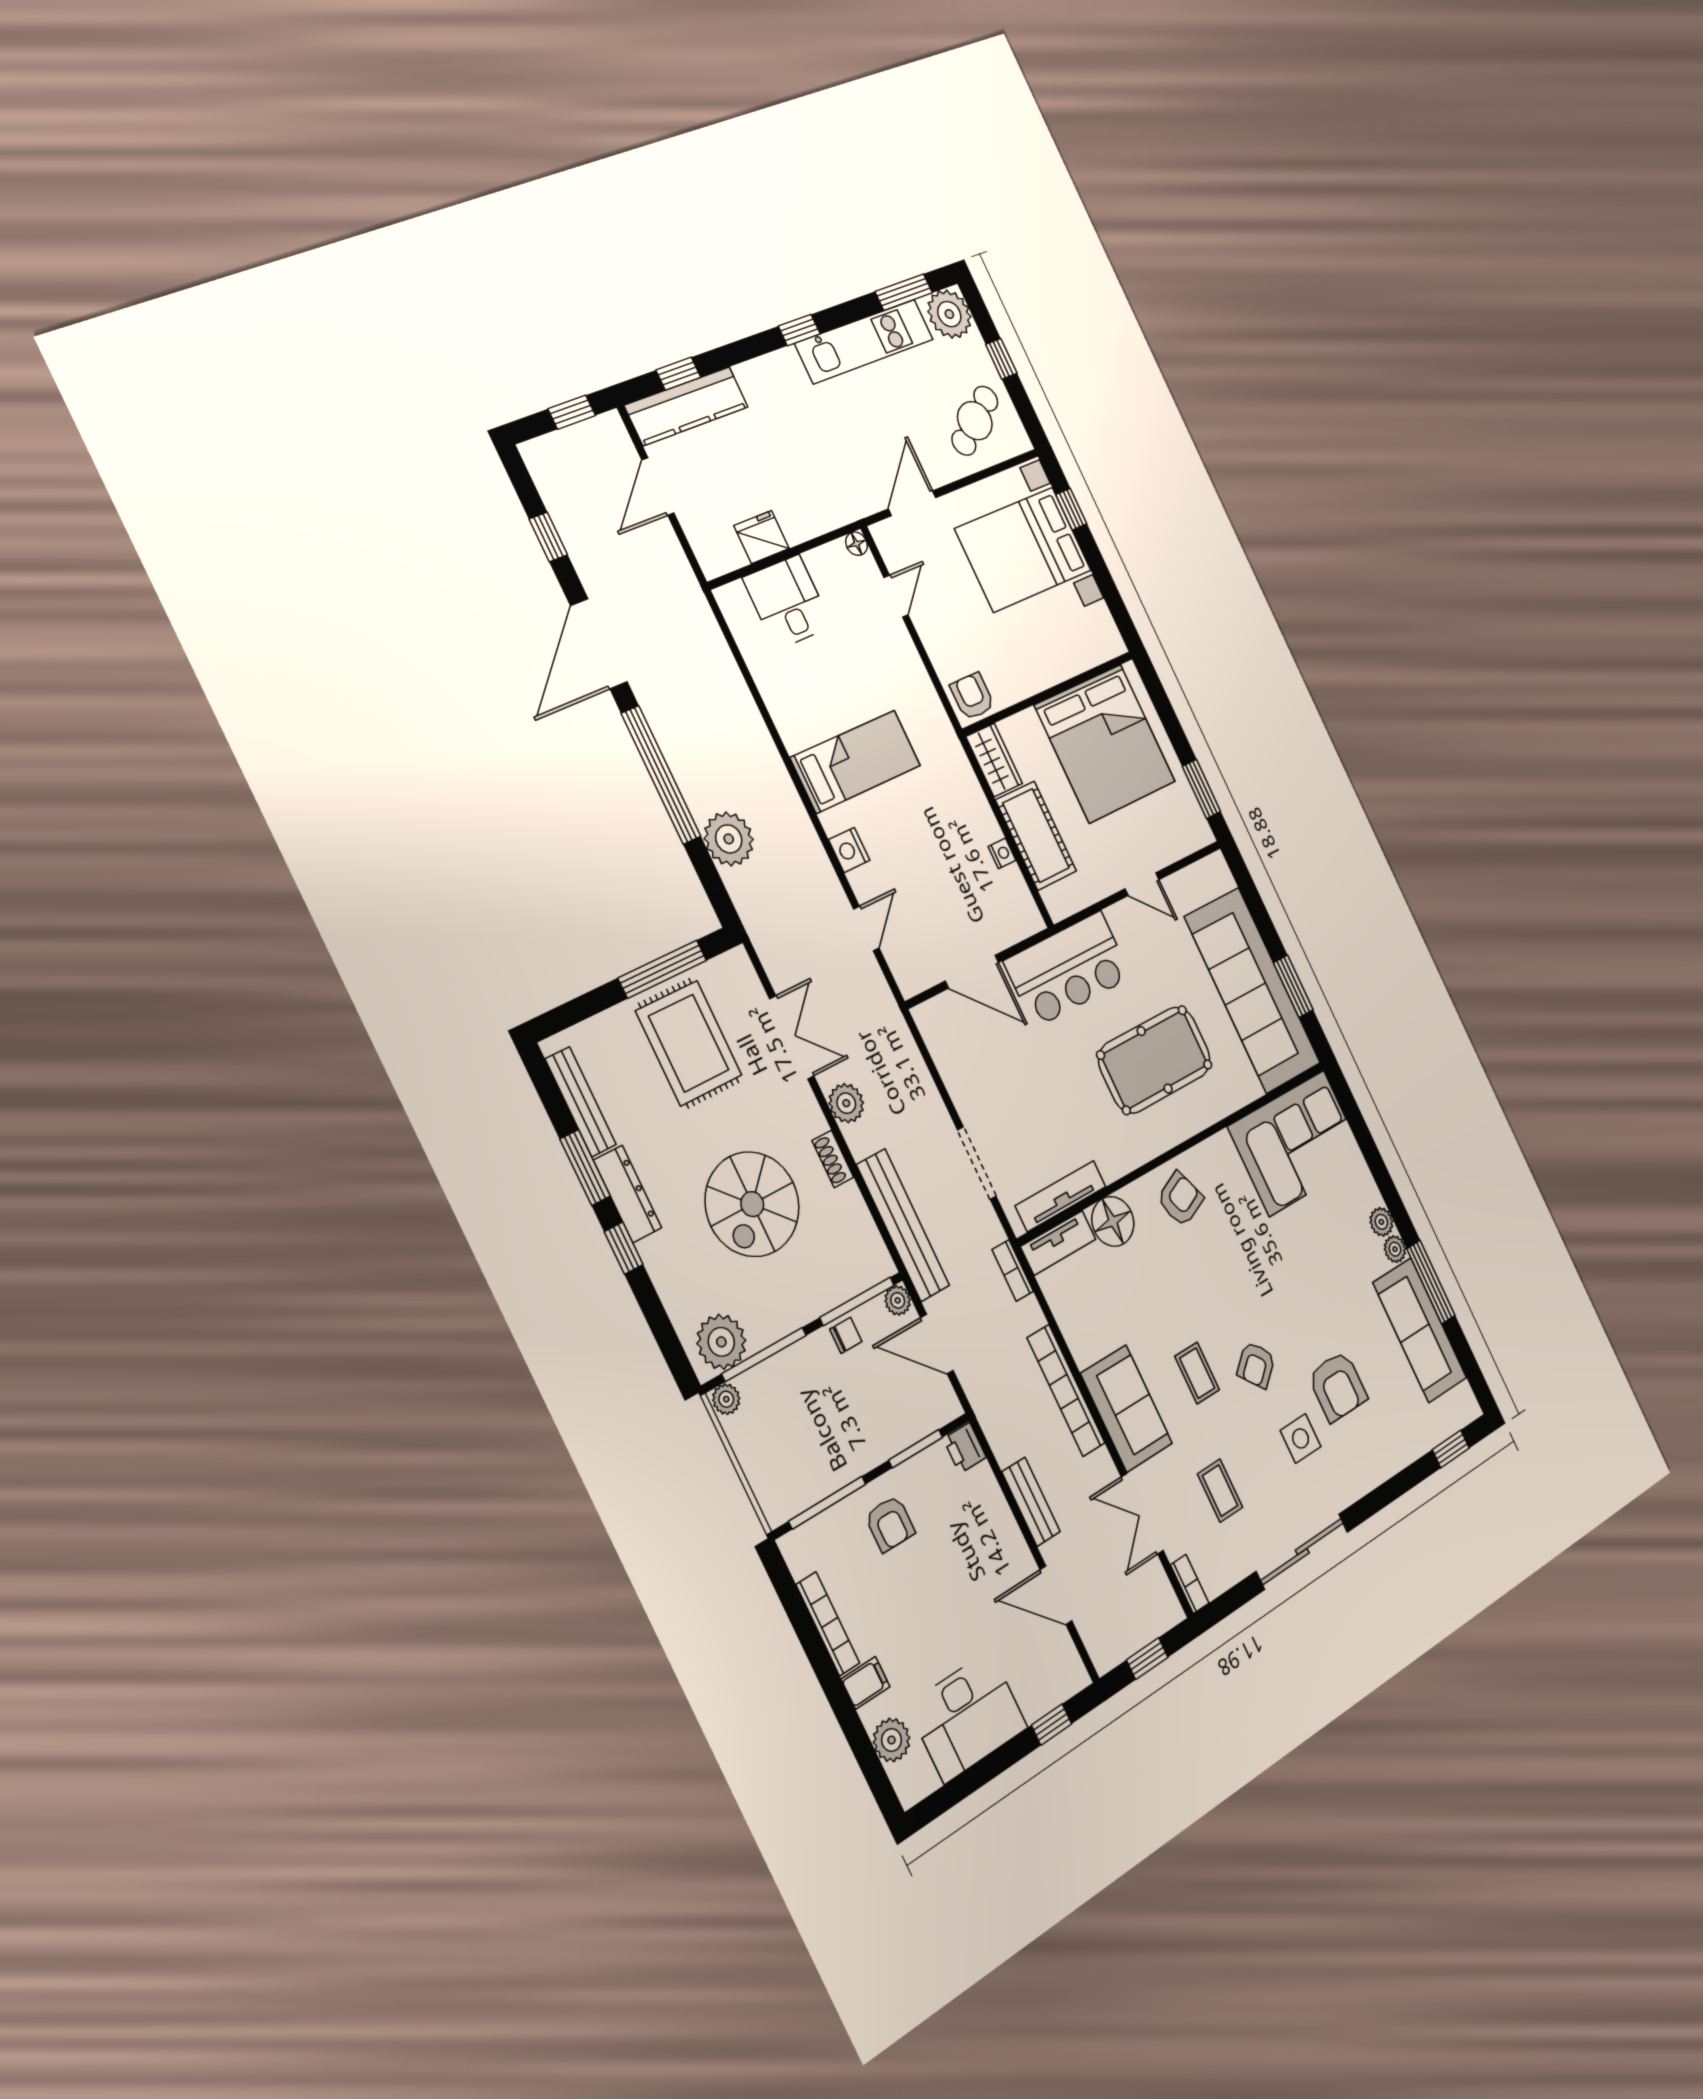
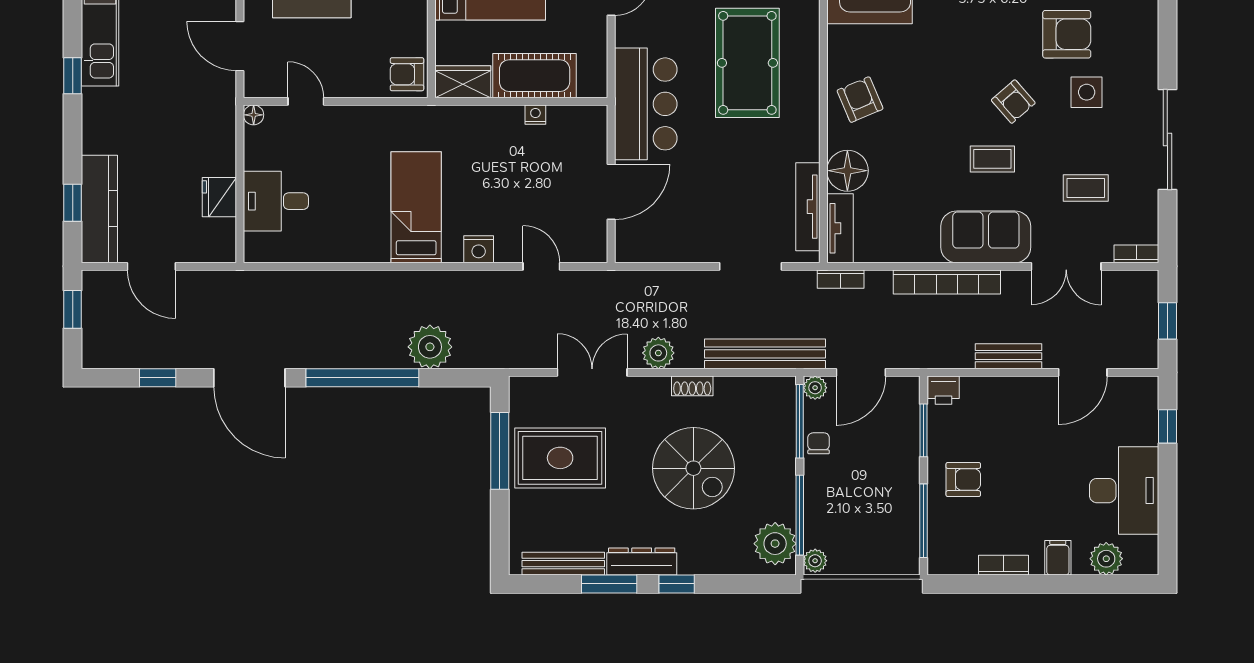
bookcase: (828, 1624) -> (1003, 565), width x0.64

